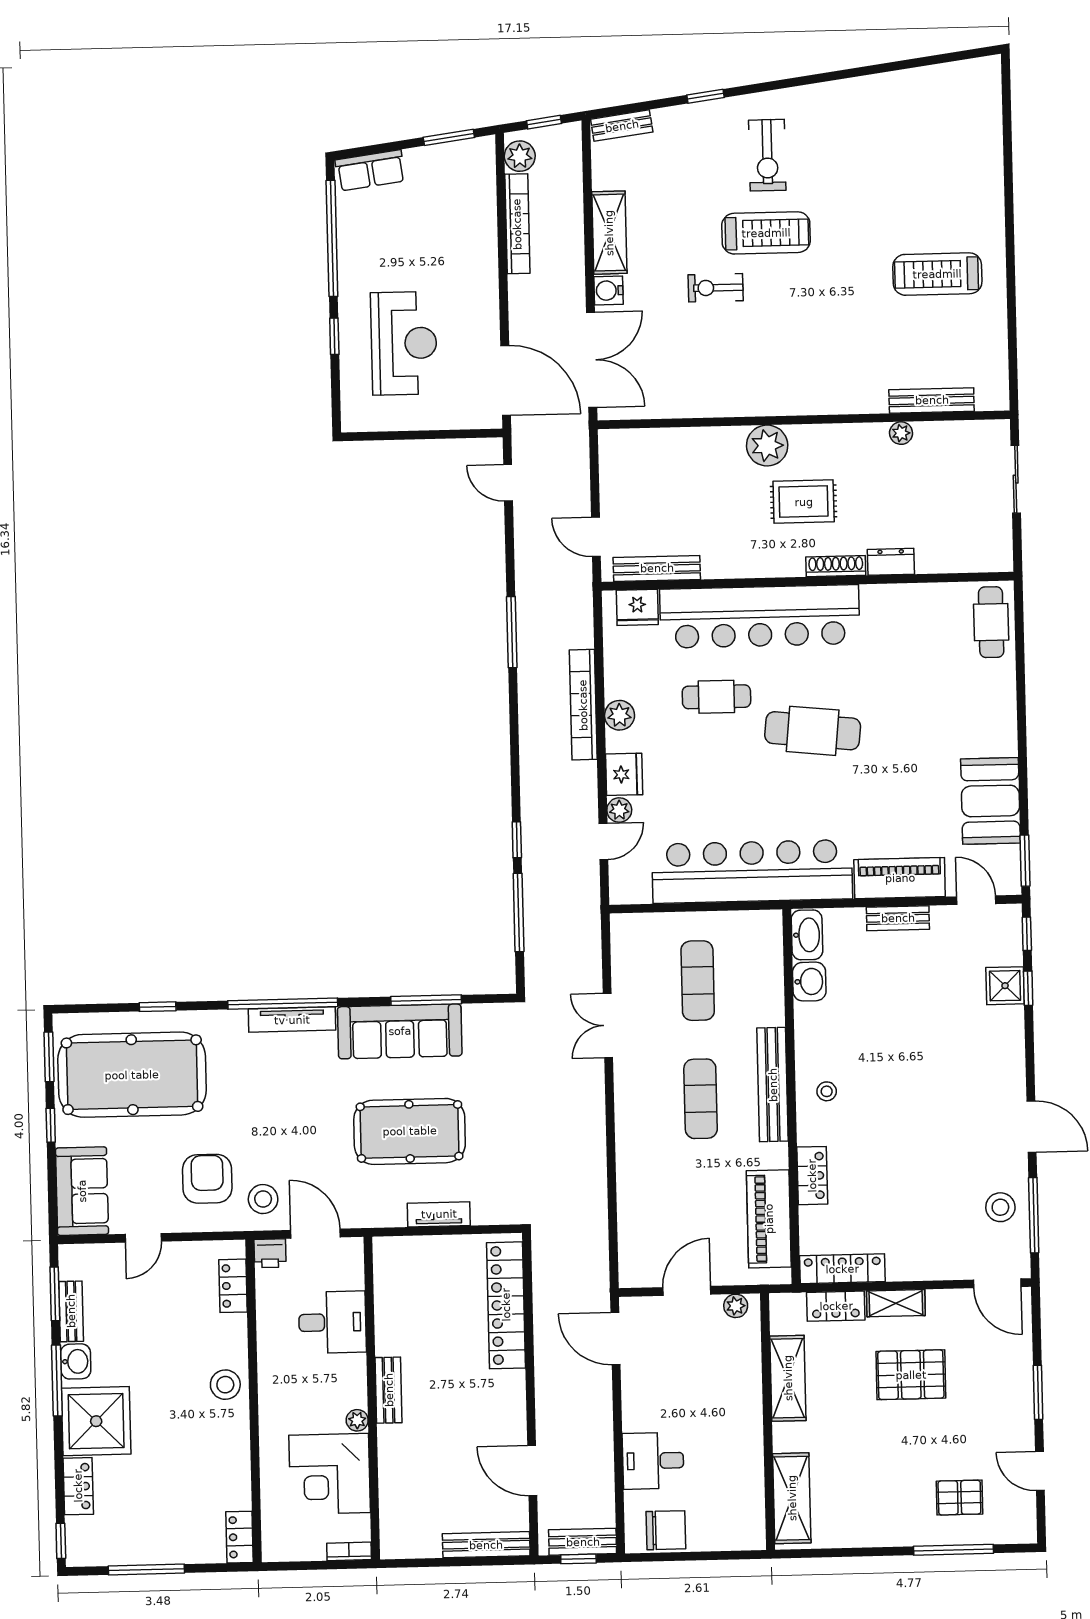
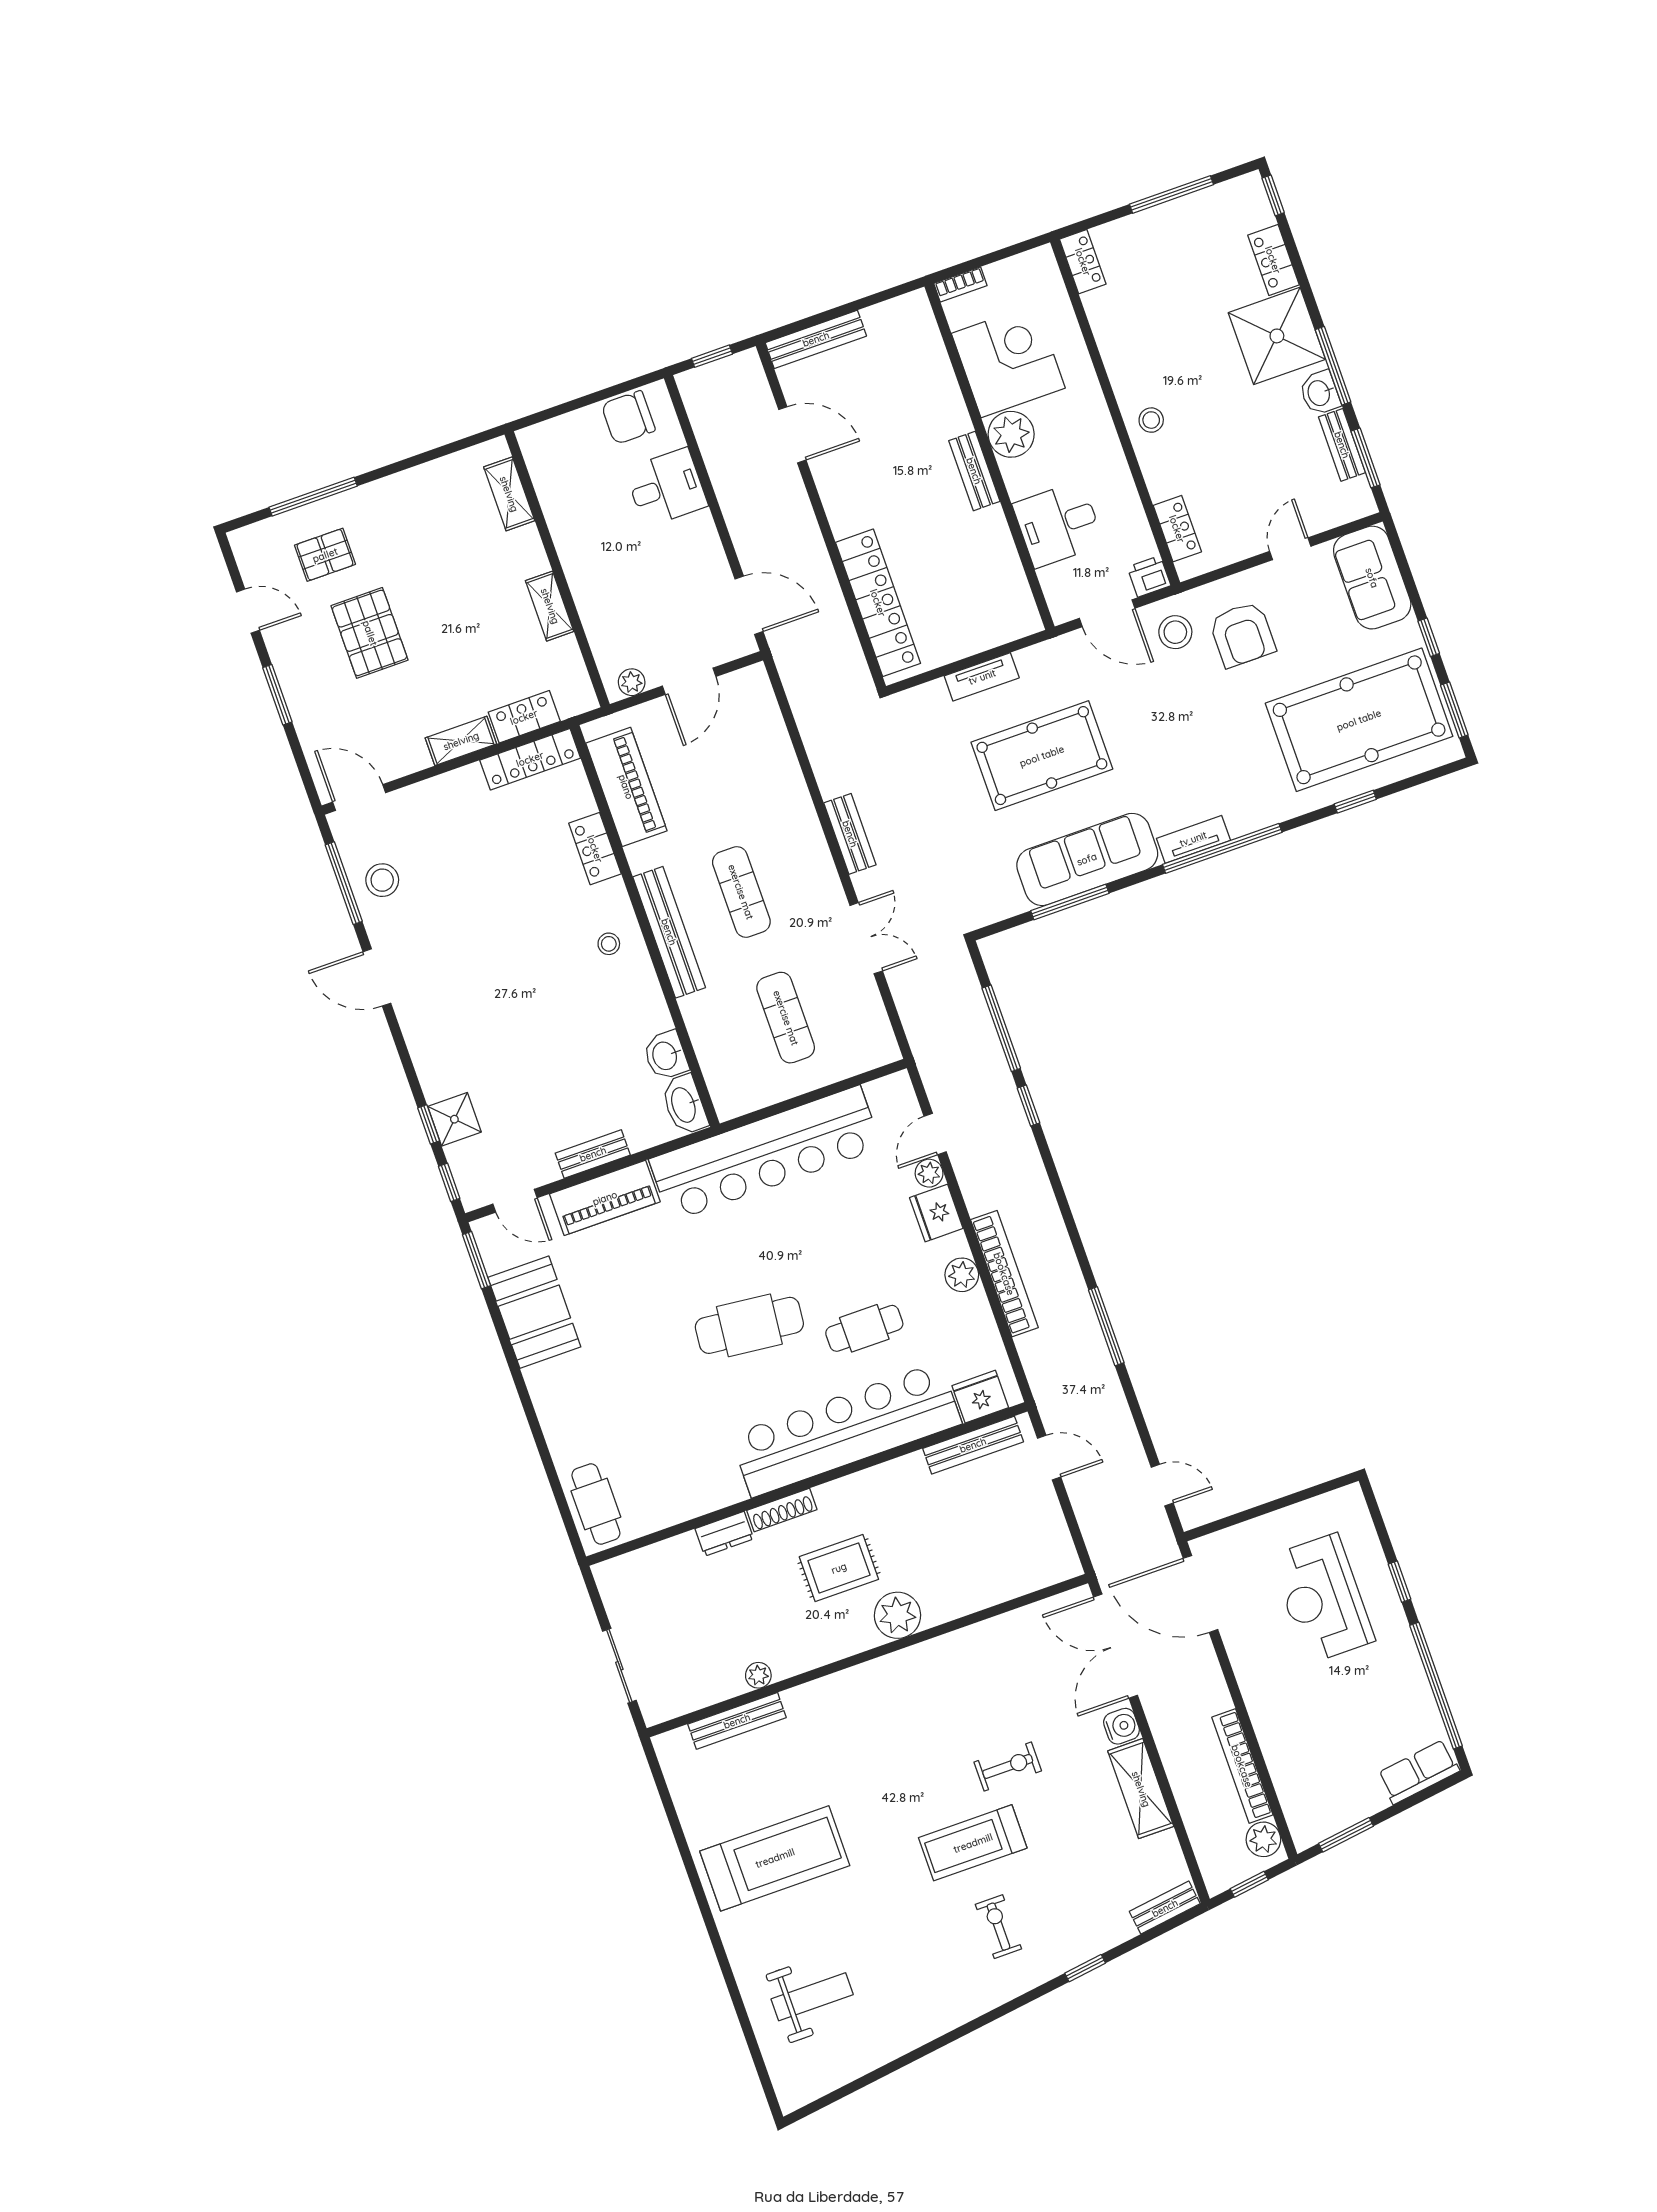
weight bench: (944, 147) -> (812, 1997), added
exercise bike: (767, 155) -> (998, 1927), width x0.73, depth x0.72
treadmill: (937, 274) -> (775, 1858), width x1.37, depth x1.38
tv unit: (292, 1020) -> (1193, 839), width x0.71
pallet: (911, 1375) -> (370, 633), moved, turned 90
shelving: (788, 1378) -> (550, 606), width x0.67, depth x0.75
stool: (225, 1385) -> (1151, 420), width x0.73, depth x0.73
plant: (357, 1420) -> (1011, 434), width x1.87, depth x1.87
shelving: (792, 1498) -> (509, 494), width x0.67, depth x0.75
bench: (583, 1542) -> (850, 834), moved, turned 90

